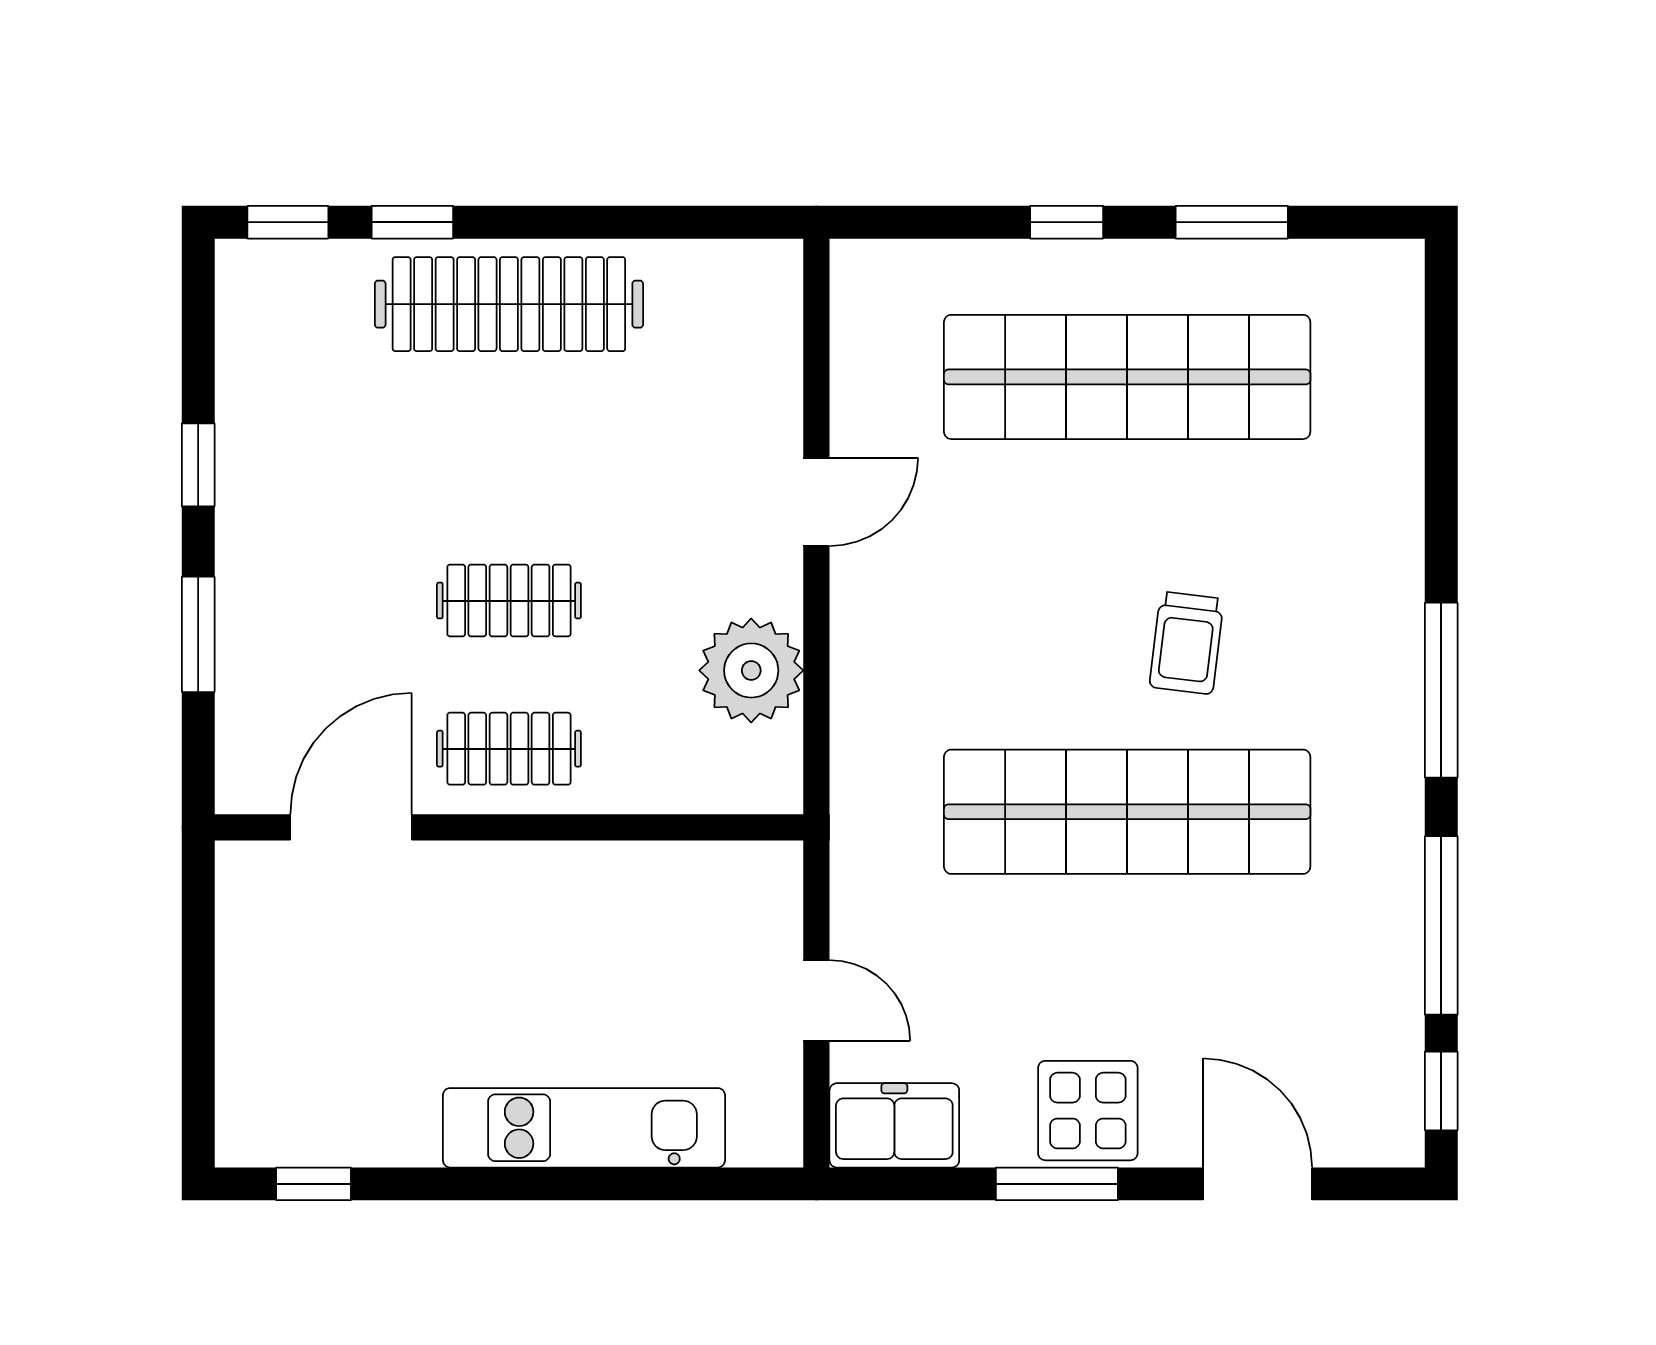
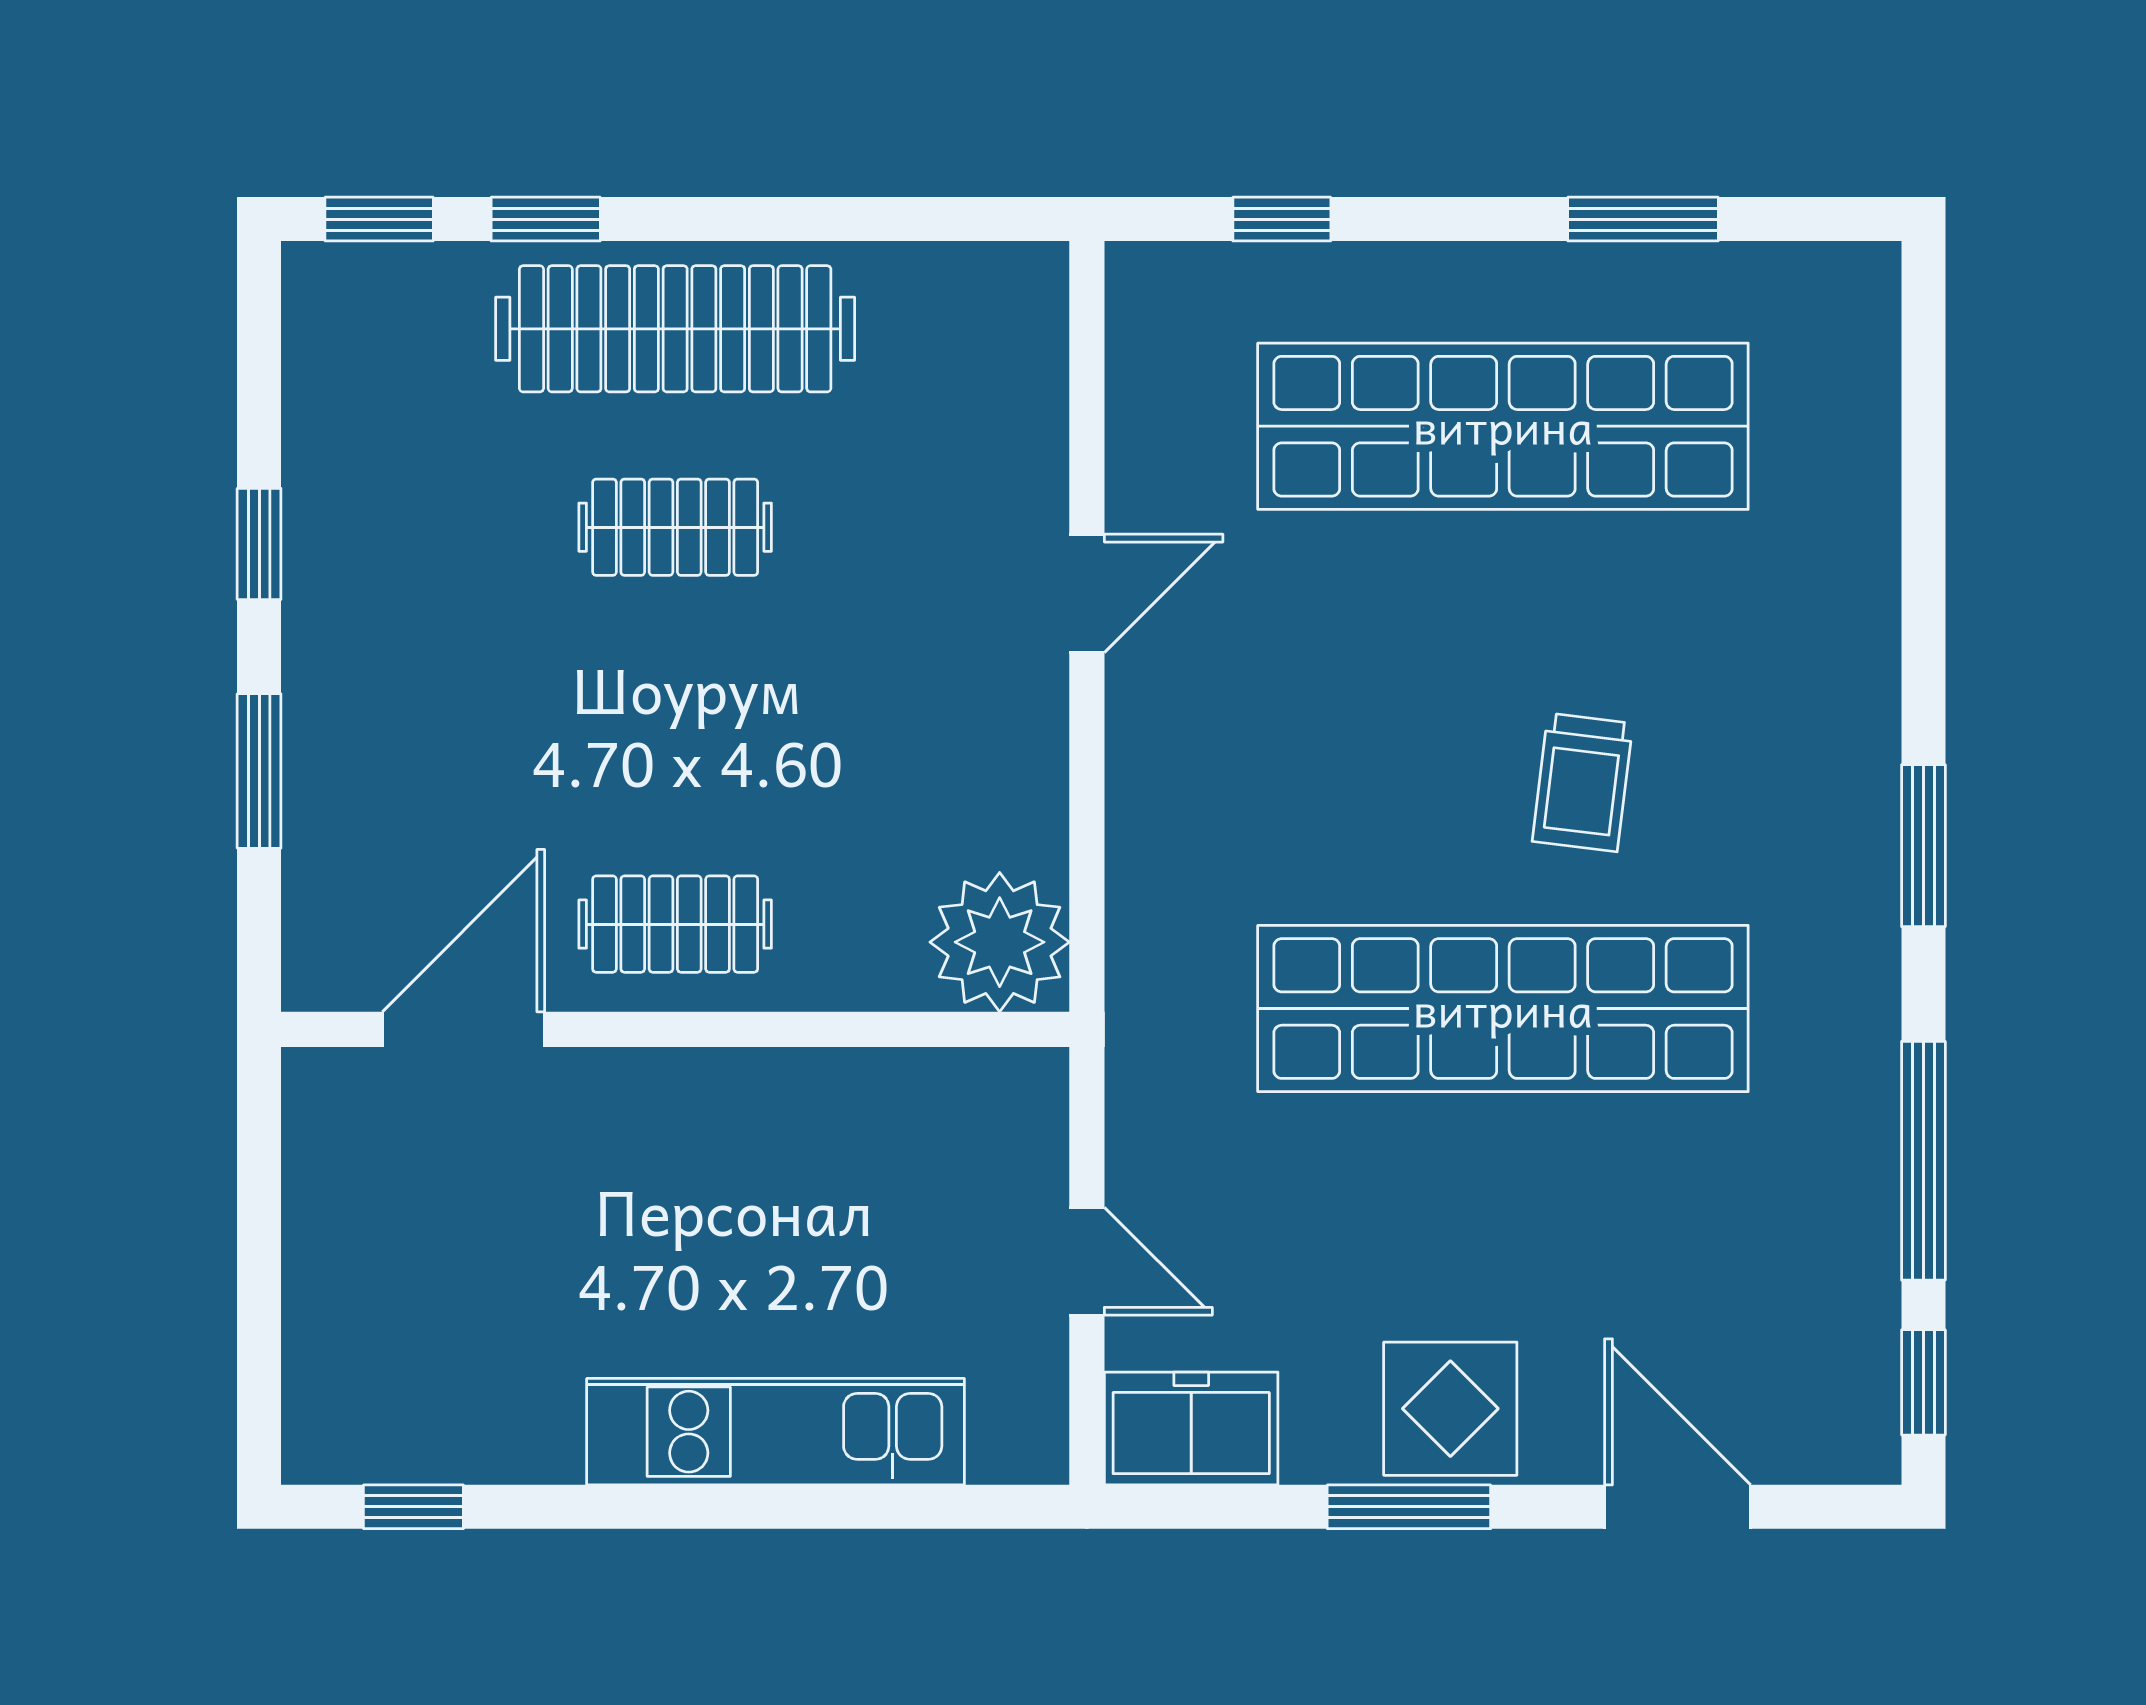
window: (1067, 222) -> (1282, 219), moved
clothes rail: (509, 601) -> (675, 527), moved
plant: (751, 670) -> (1000, 942), moved
window: (1441, 690) -> (1923, 846), width x0.69

